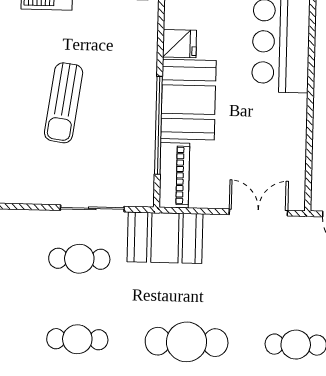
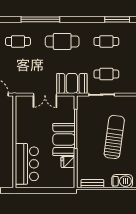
sun lounger: (64, 103) -> (114, 137), width x1.36, depth x1.34
piano: (174, 175) -> (69, 109), removed
double door: (258, 212) -> (45, 95), moved

